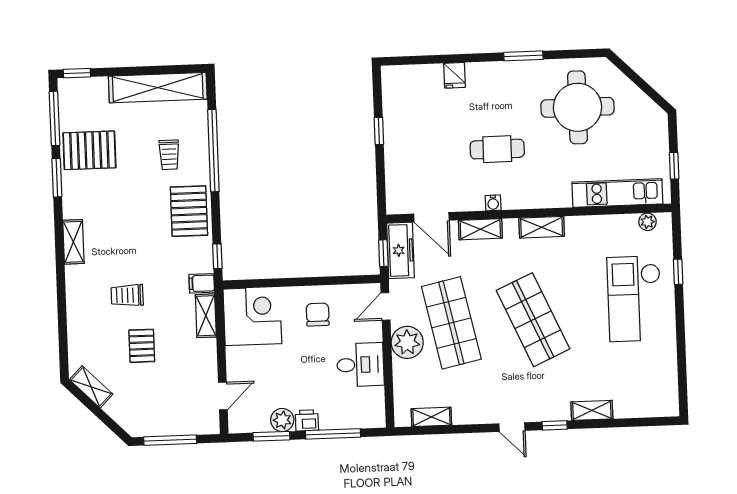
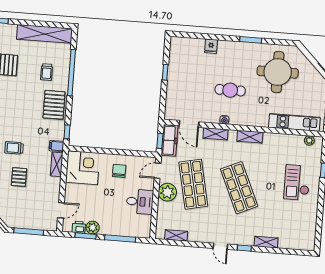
checkout: (634, 299) -> (297, 182), width x0.73, depth x0.83
printer: (307, 420) -> (79, 227), moved

